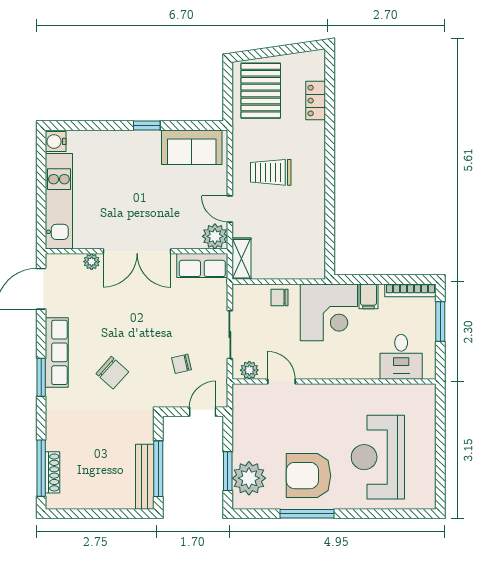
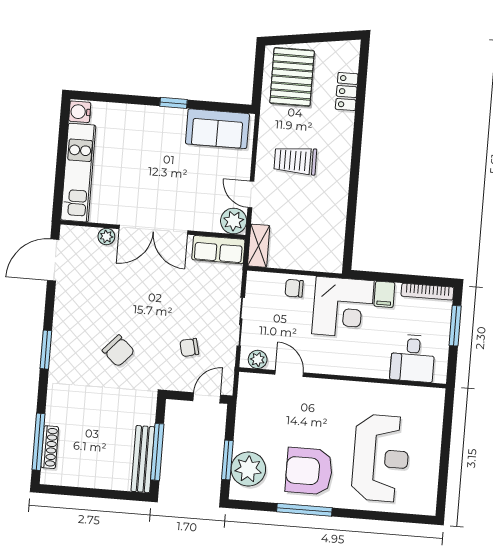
row of seats: (57, 352) -> (64, 326), removed
reception desk: (378, 457) -> (381, 458), turned 180

